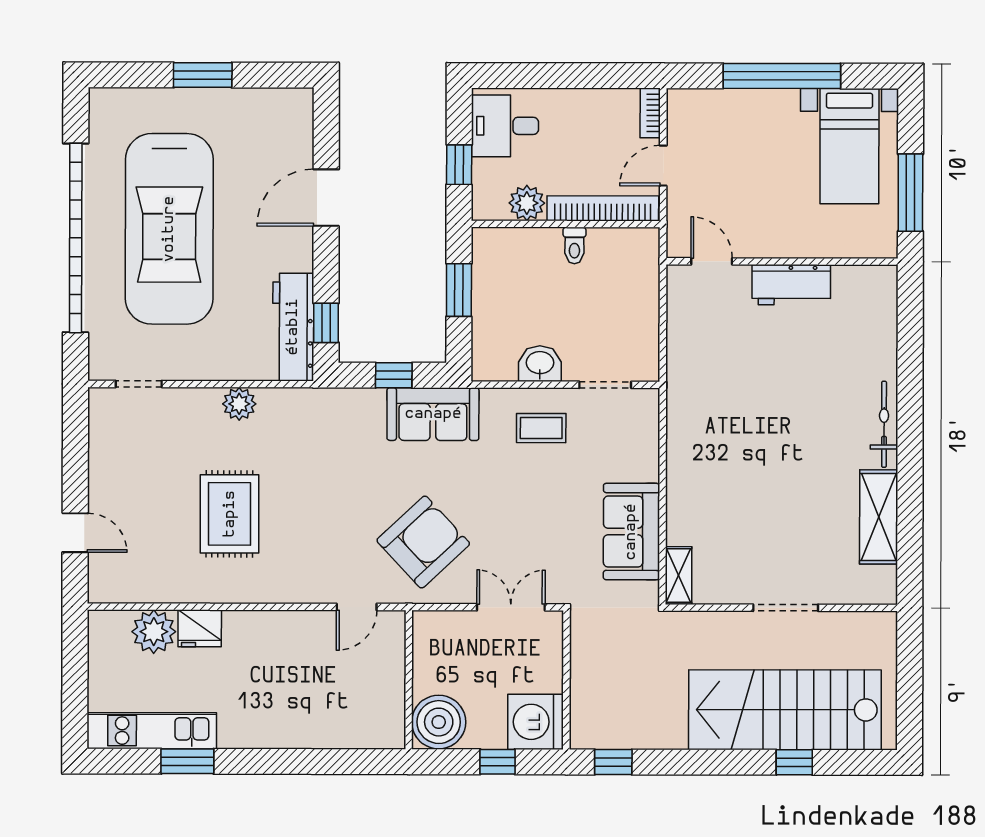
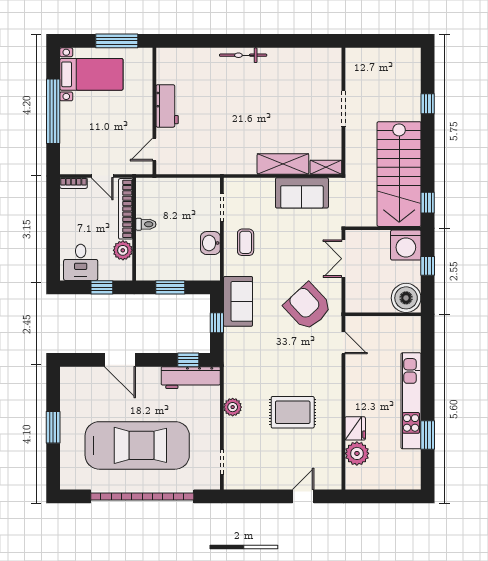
shelving: (879, 517) -> (283, 164), moved
stairs: (785, 710) -> (399, 174), moved
kitchen unit: (152, 731) -> (411, 401), moved, width x1.36

